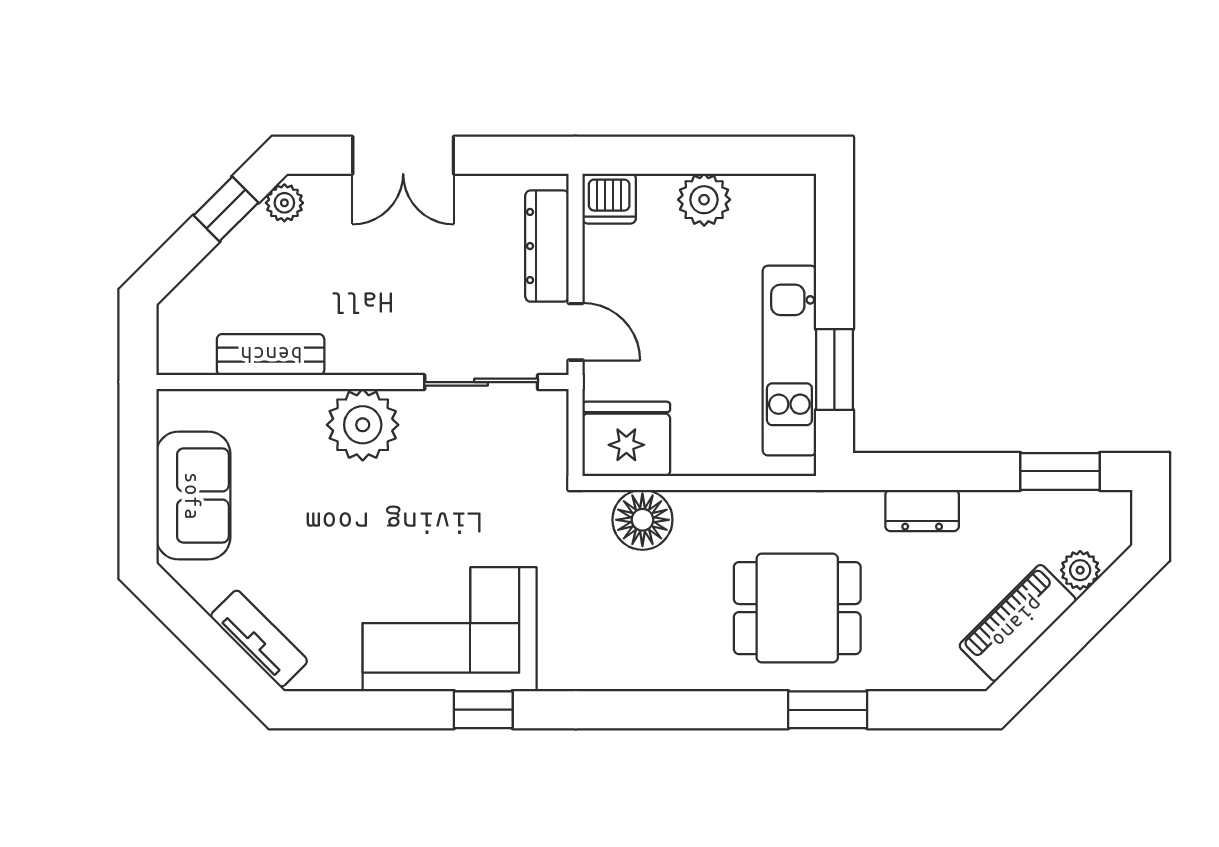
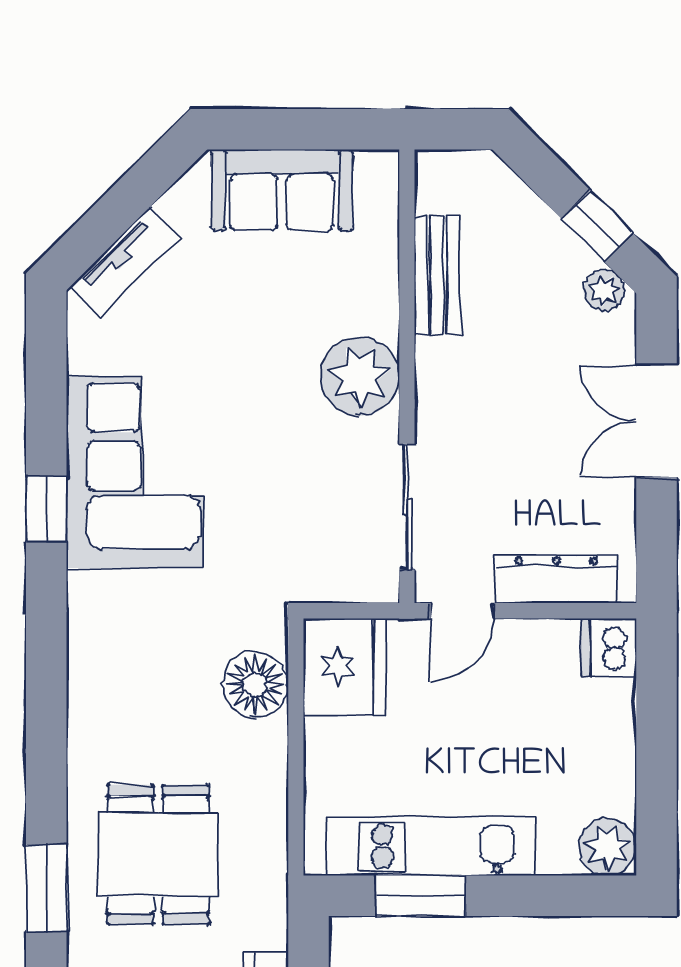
plant: (704, 200) -> (608, 847), moved

